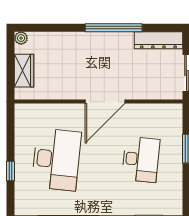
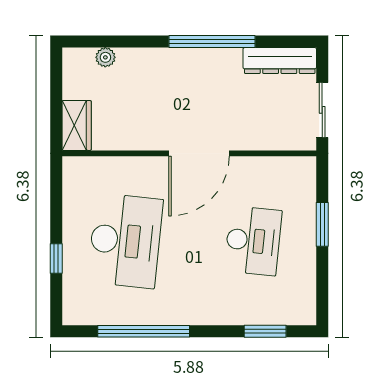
plant: (21, 38) -> (105, 57), moved
wardrobe: (24, 71) -> (77, 125), moved

